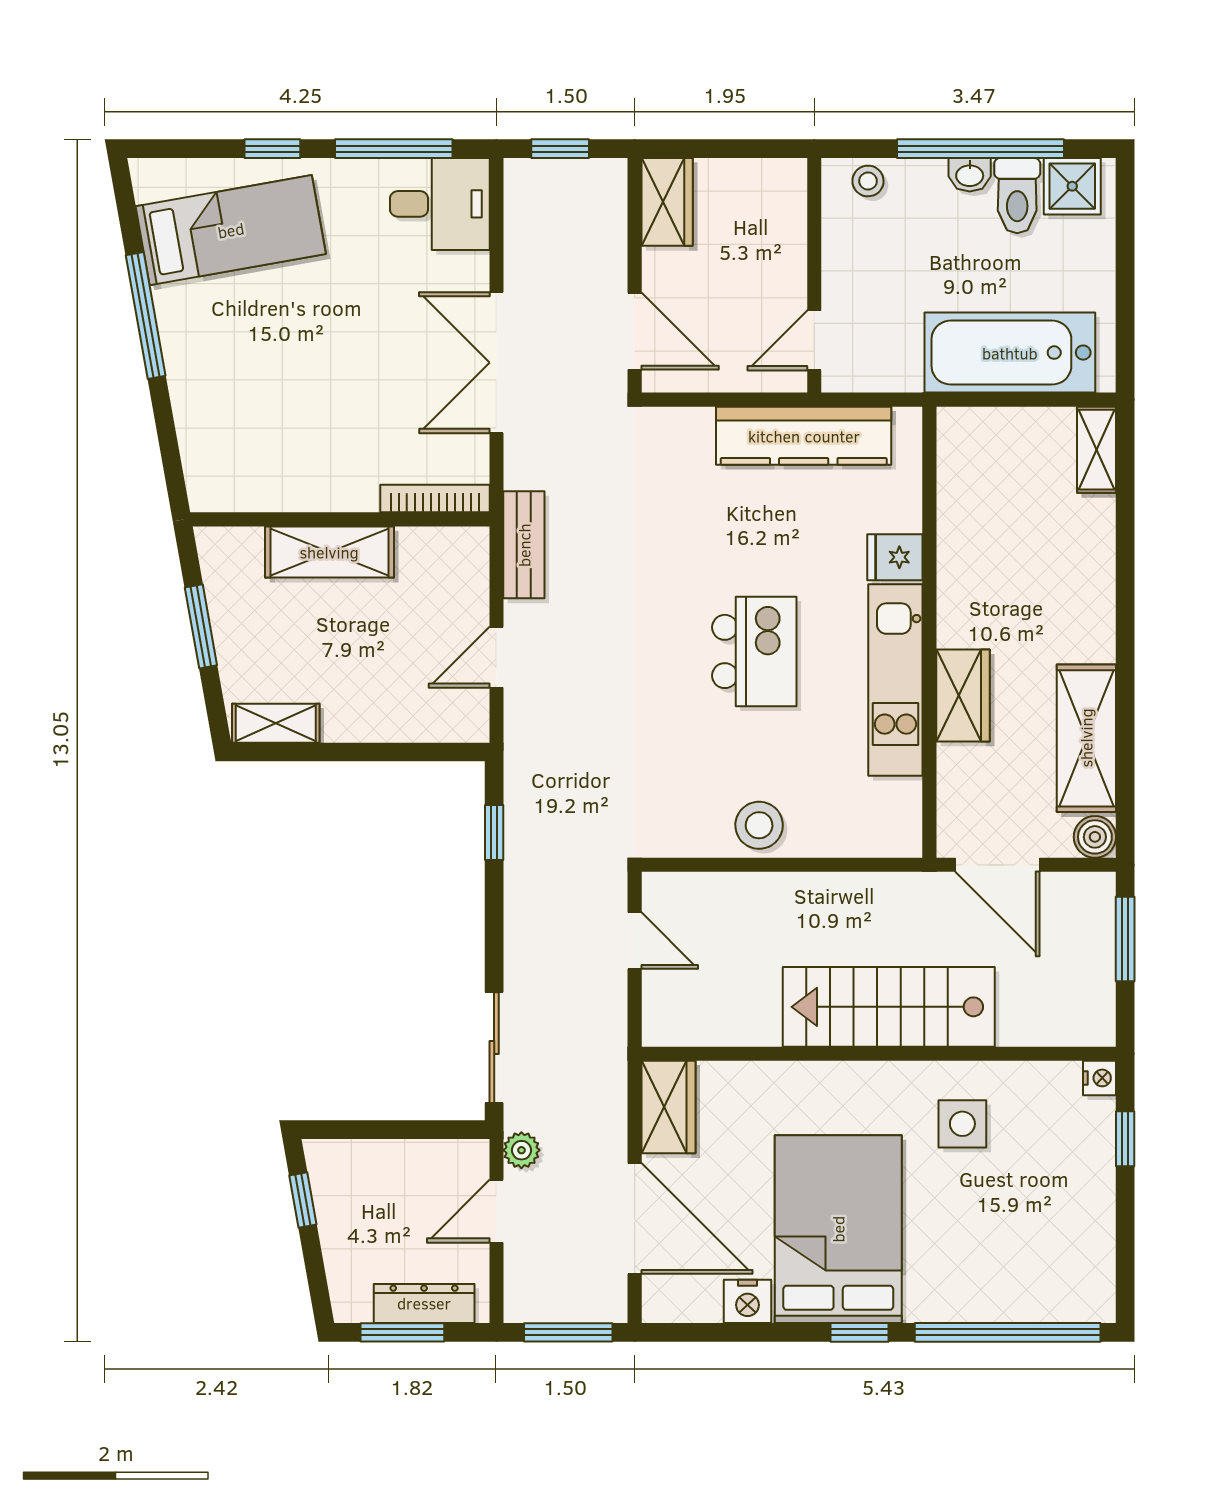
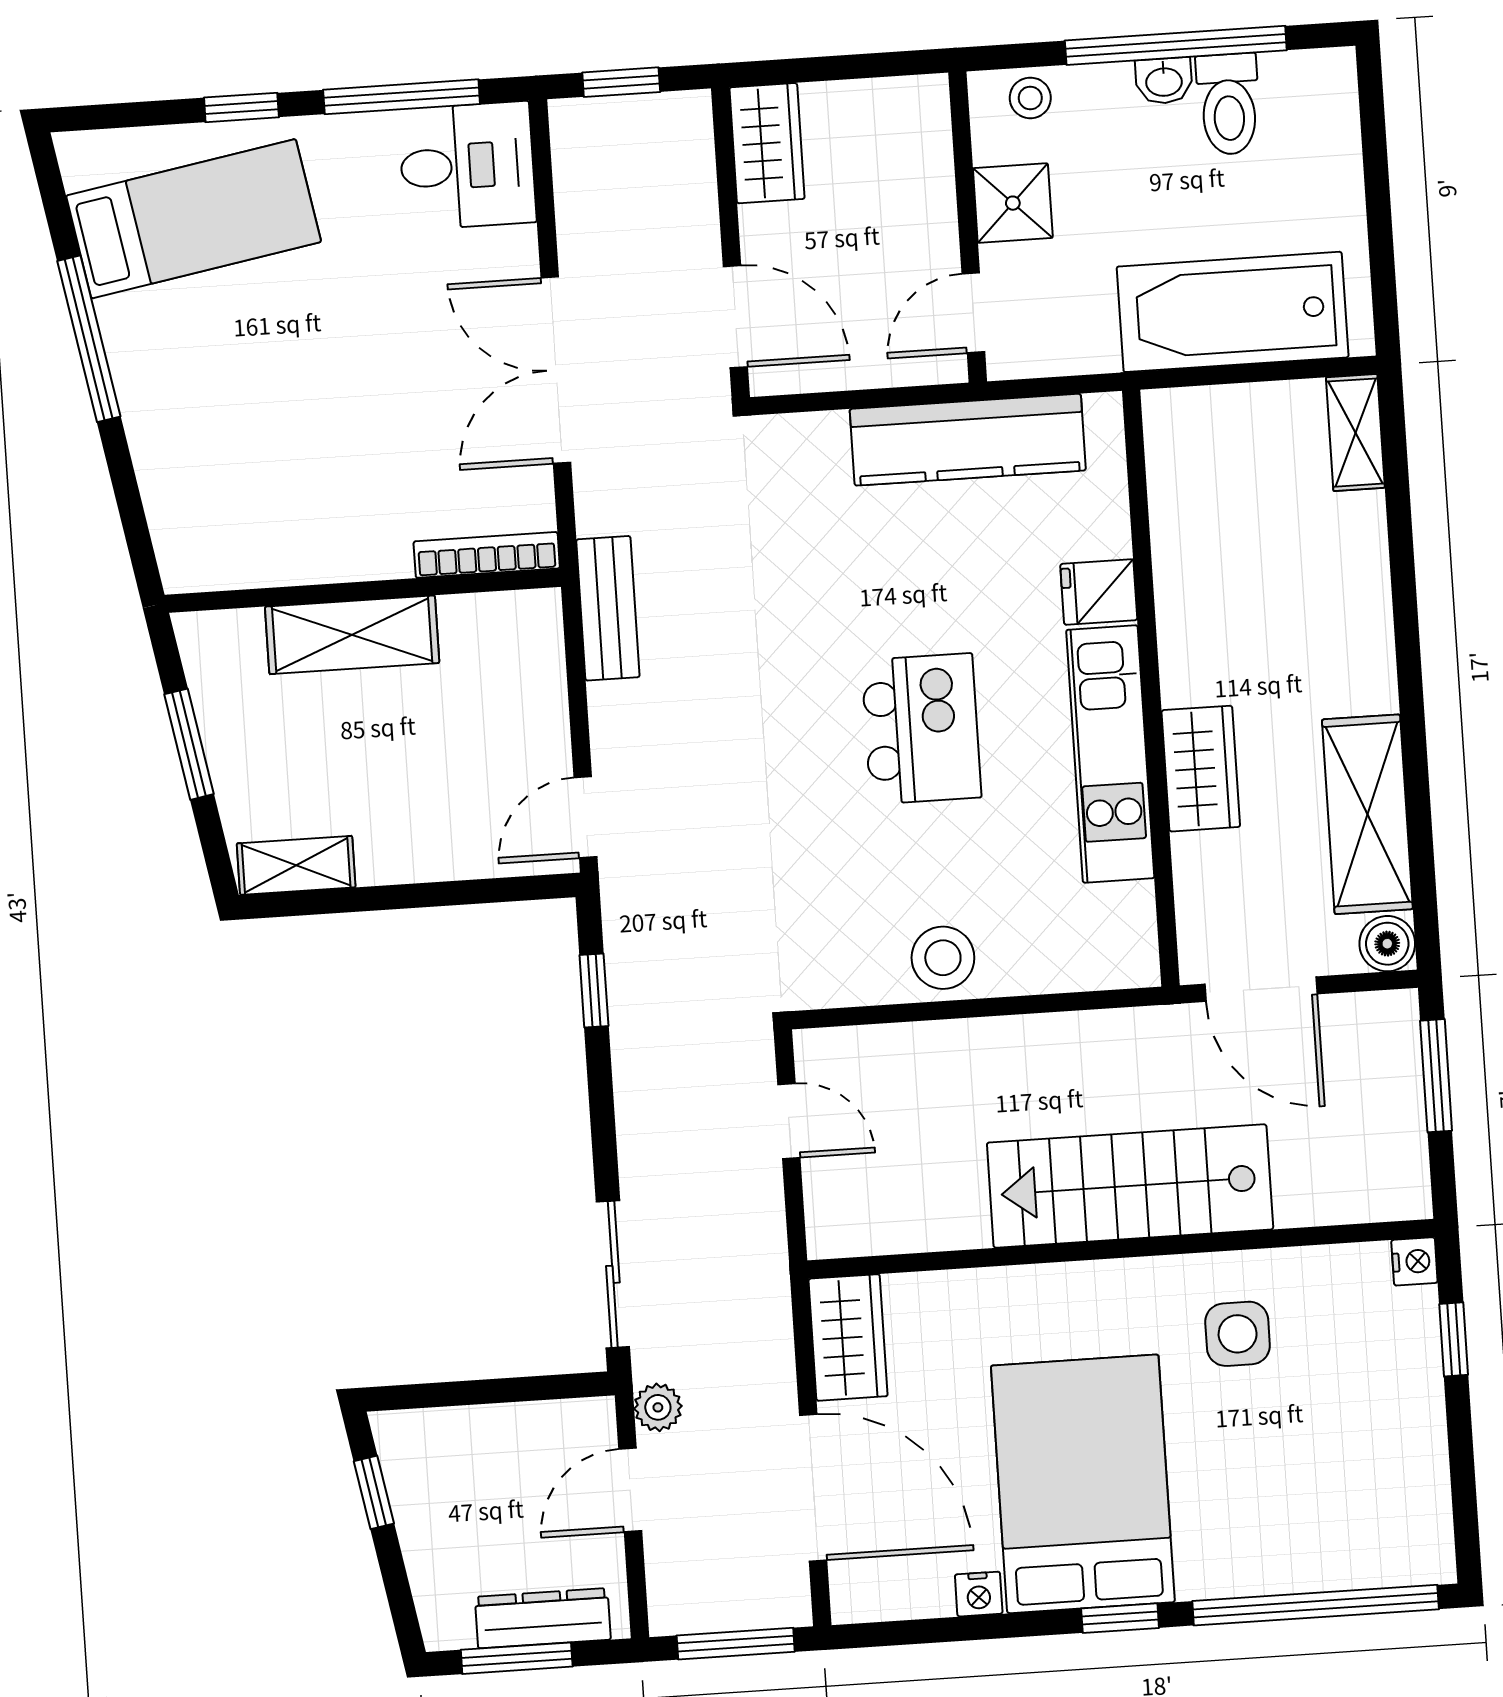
shower: (1072, 186) -> (1013, 203), moved
door: (496, 657) -> (586, 817), moved
nightstand: (747, 1301) -> (979, 1594), width x0.72, depth x0.74

